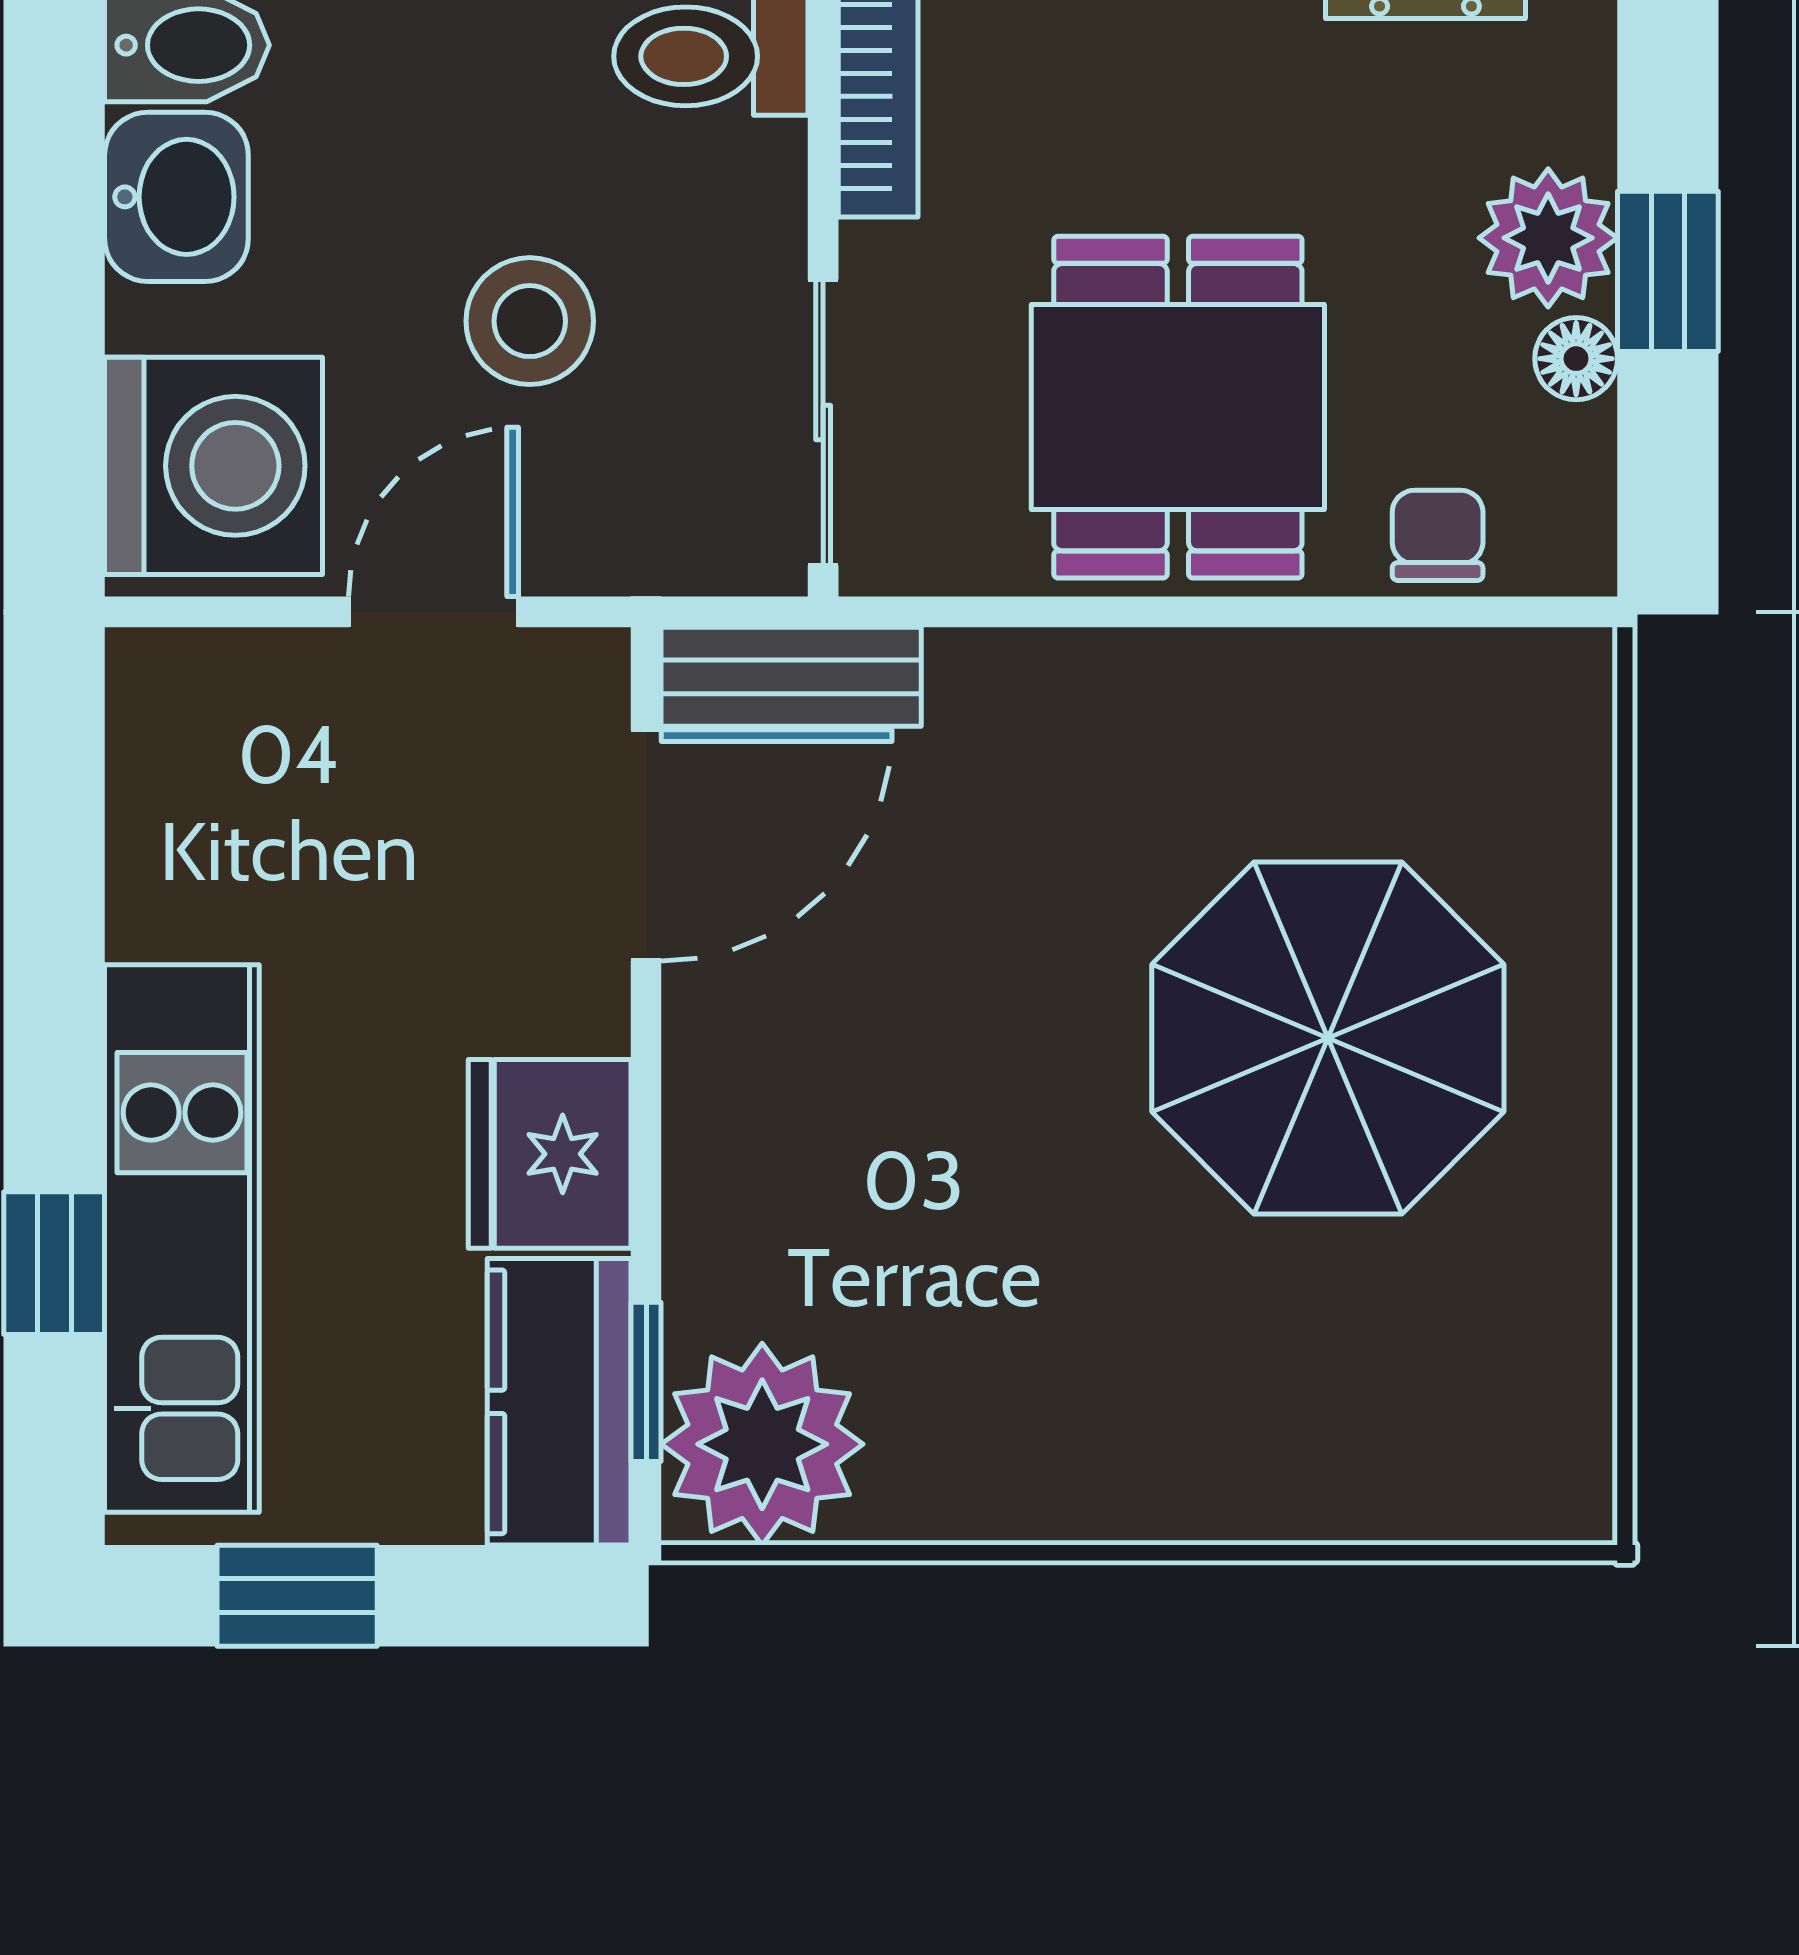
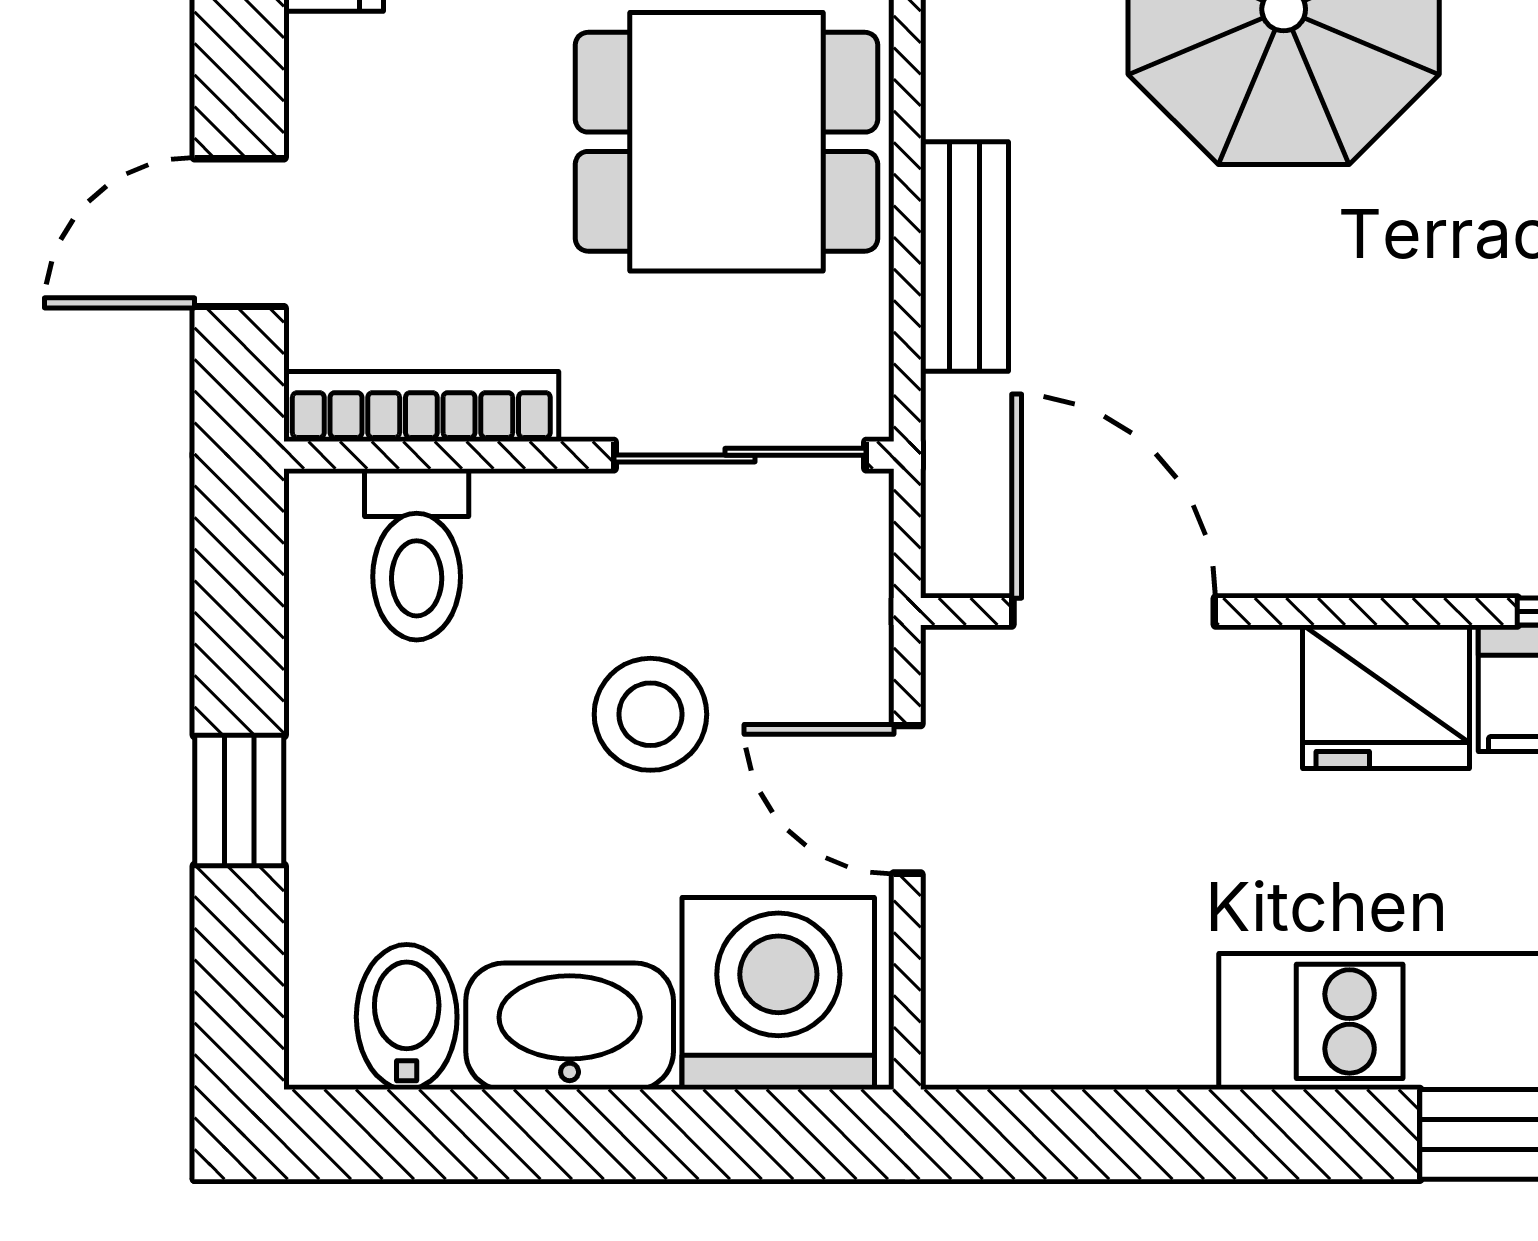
washbasin: (176, 197) -> (570, 1026), width x1.38
bench: (791, 677) -> (965, 257), moved

